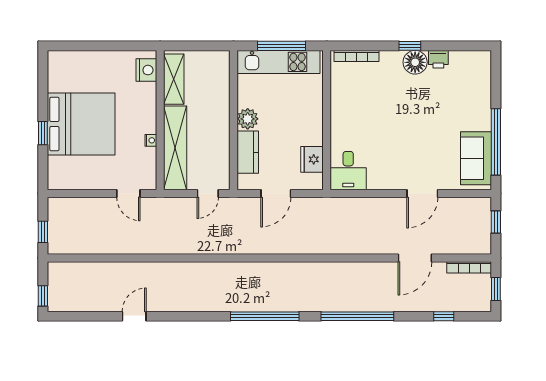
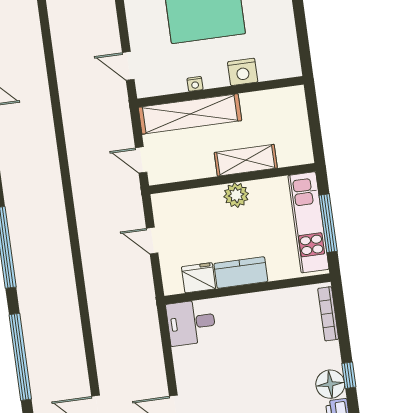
nightstand: (146, 70) -> (243, 72), moved
shelving: (174, 79) -> (246, 160), moved
kitchen counter: (248, 152) -> (241, 273), moved, turned 180
door: (128, 194) -> (128, 66), hinge flipped
door: (276, 194) -> (152, 241), width x0.73

